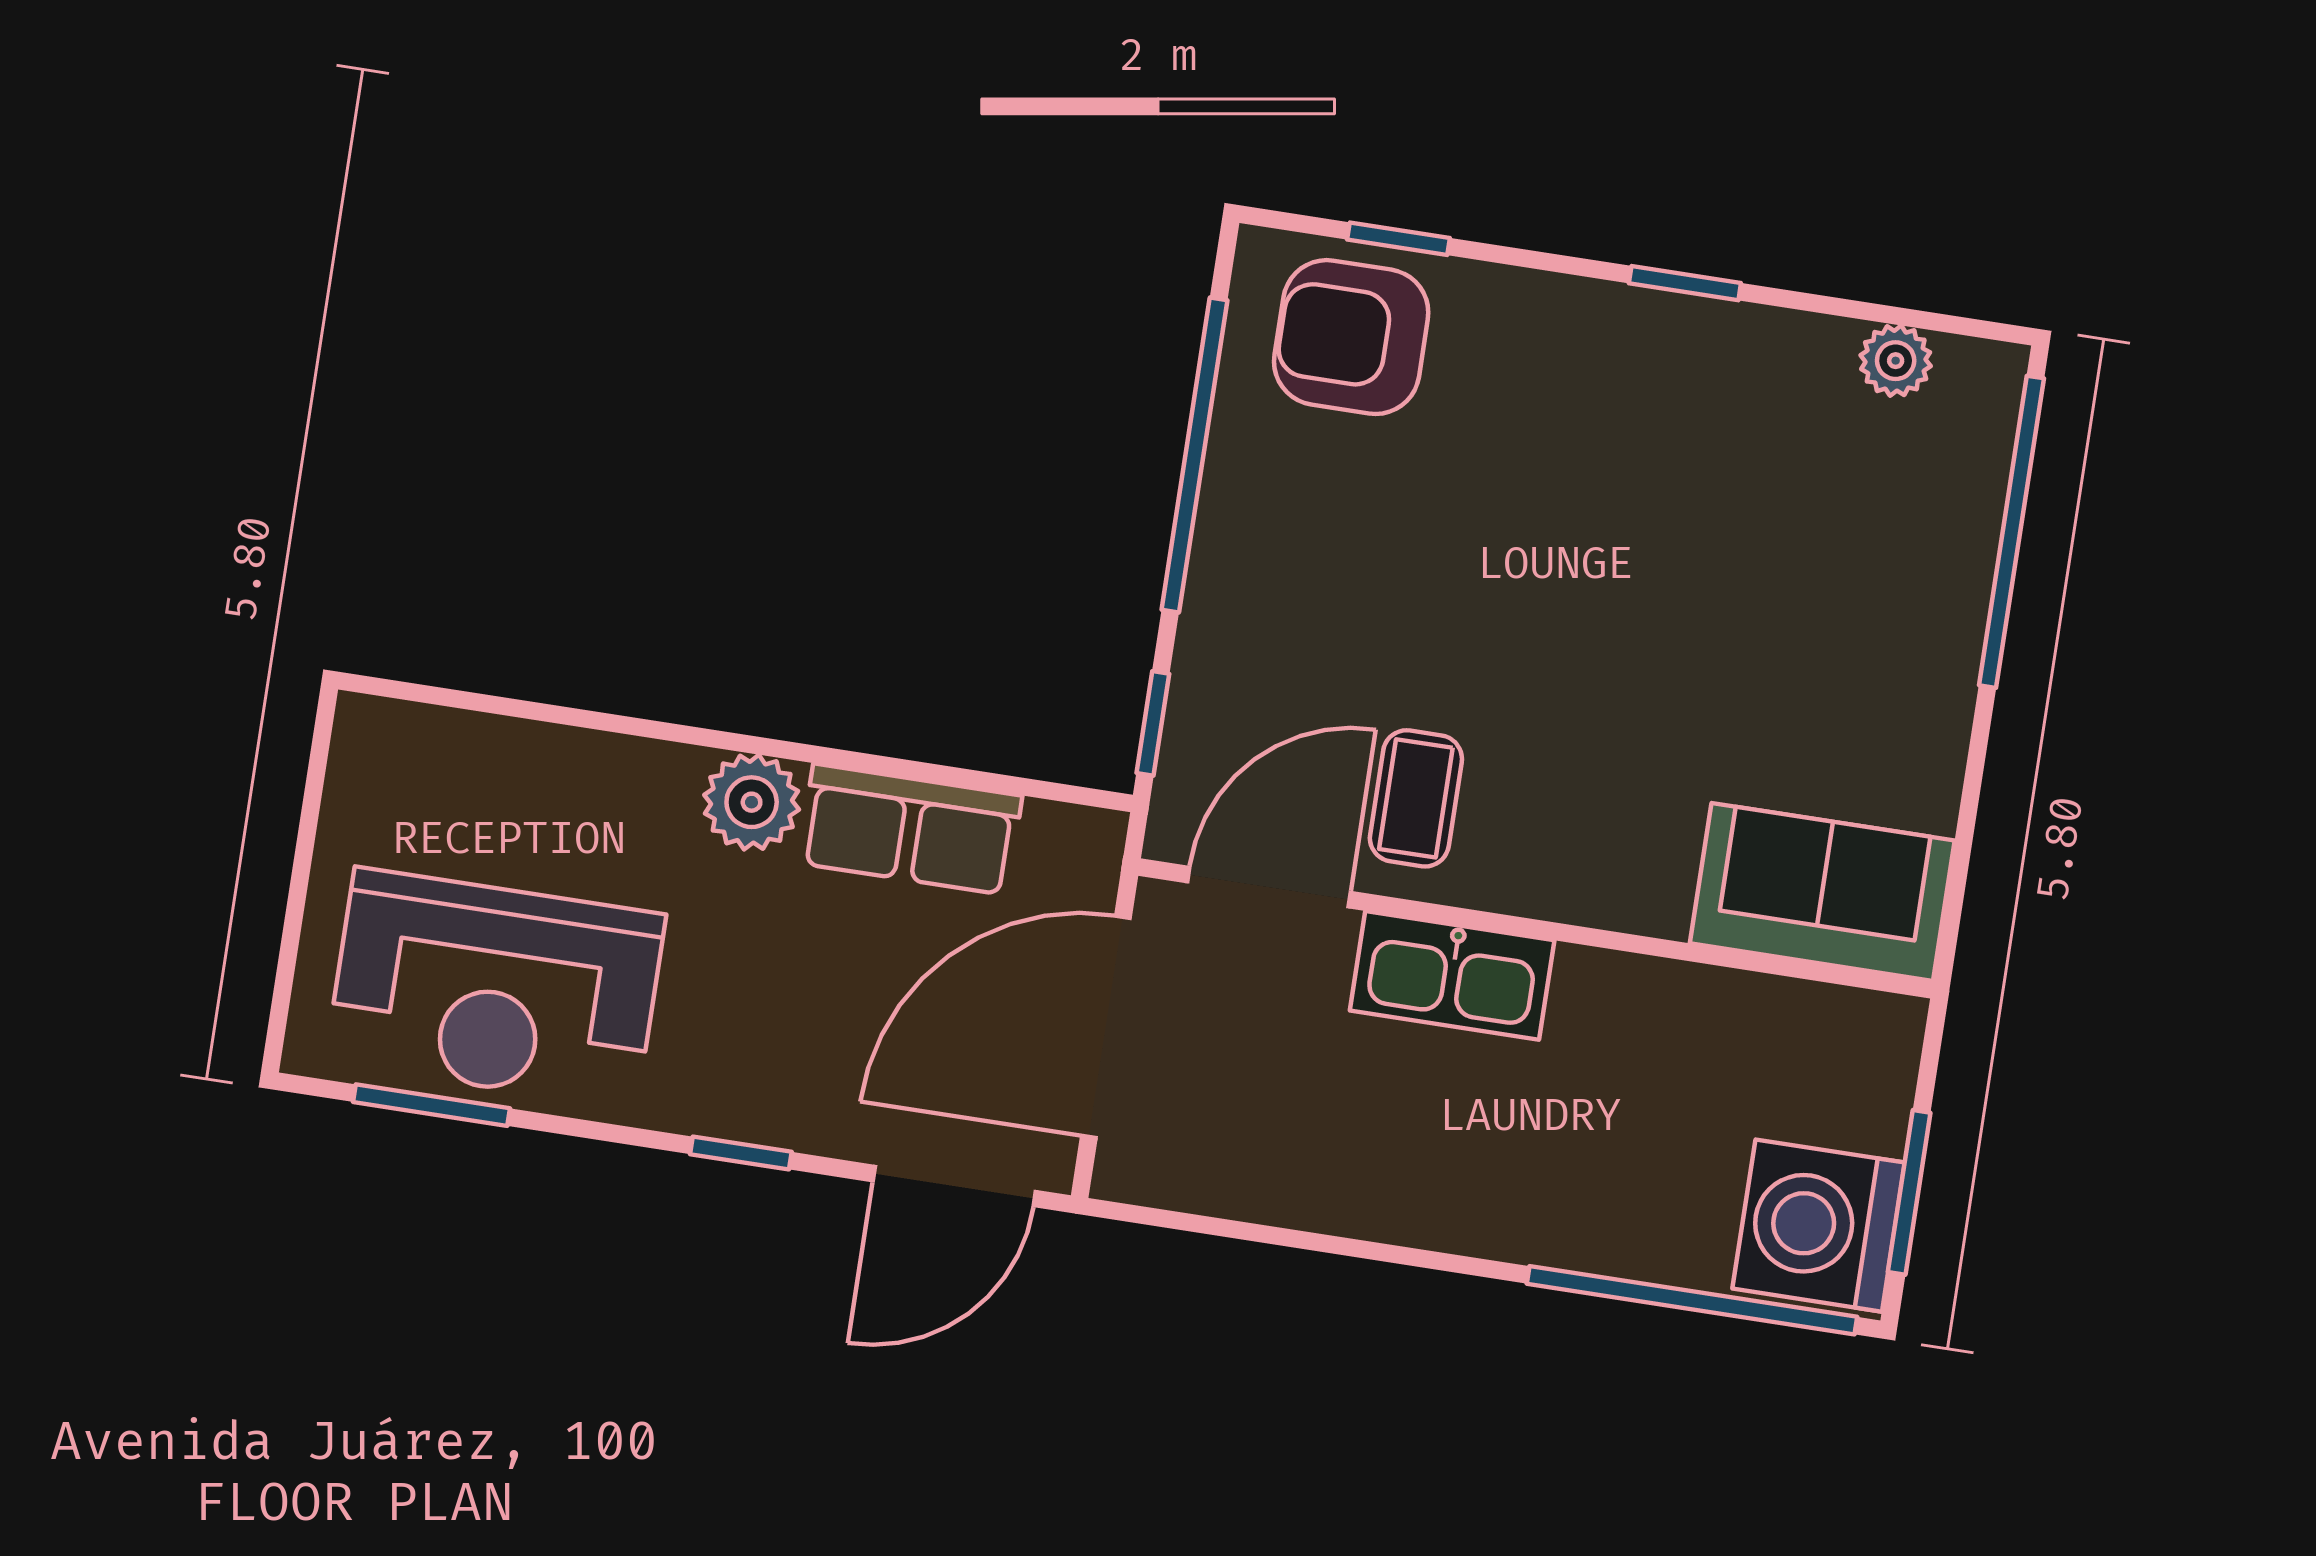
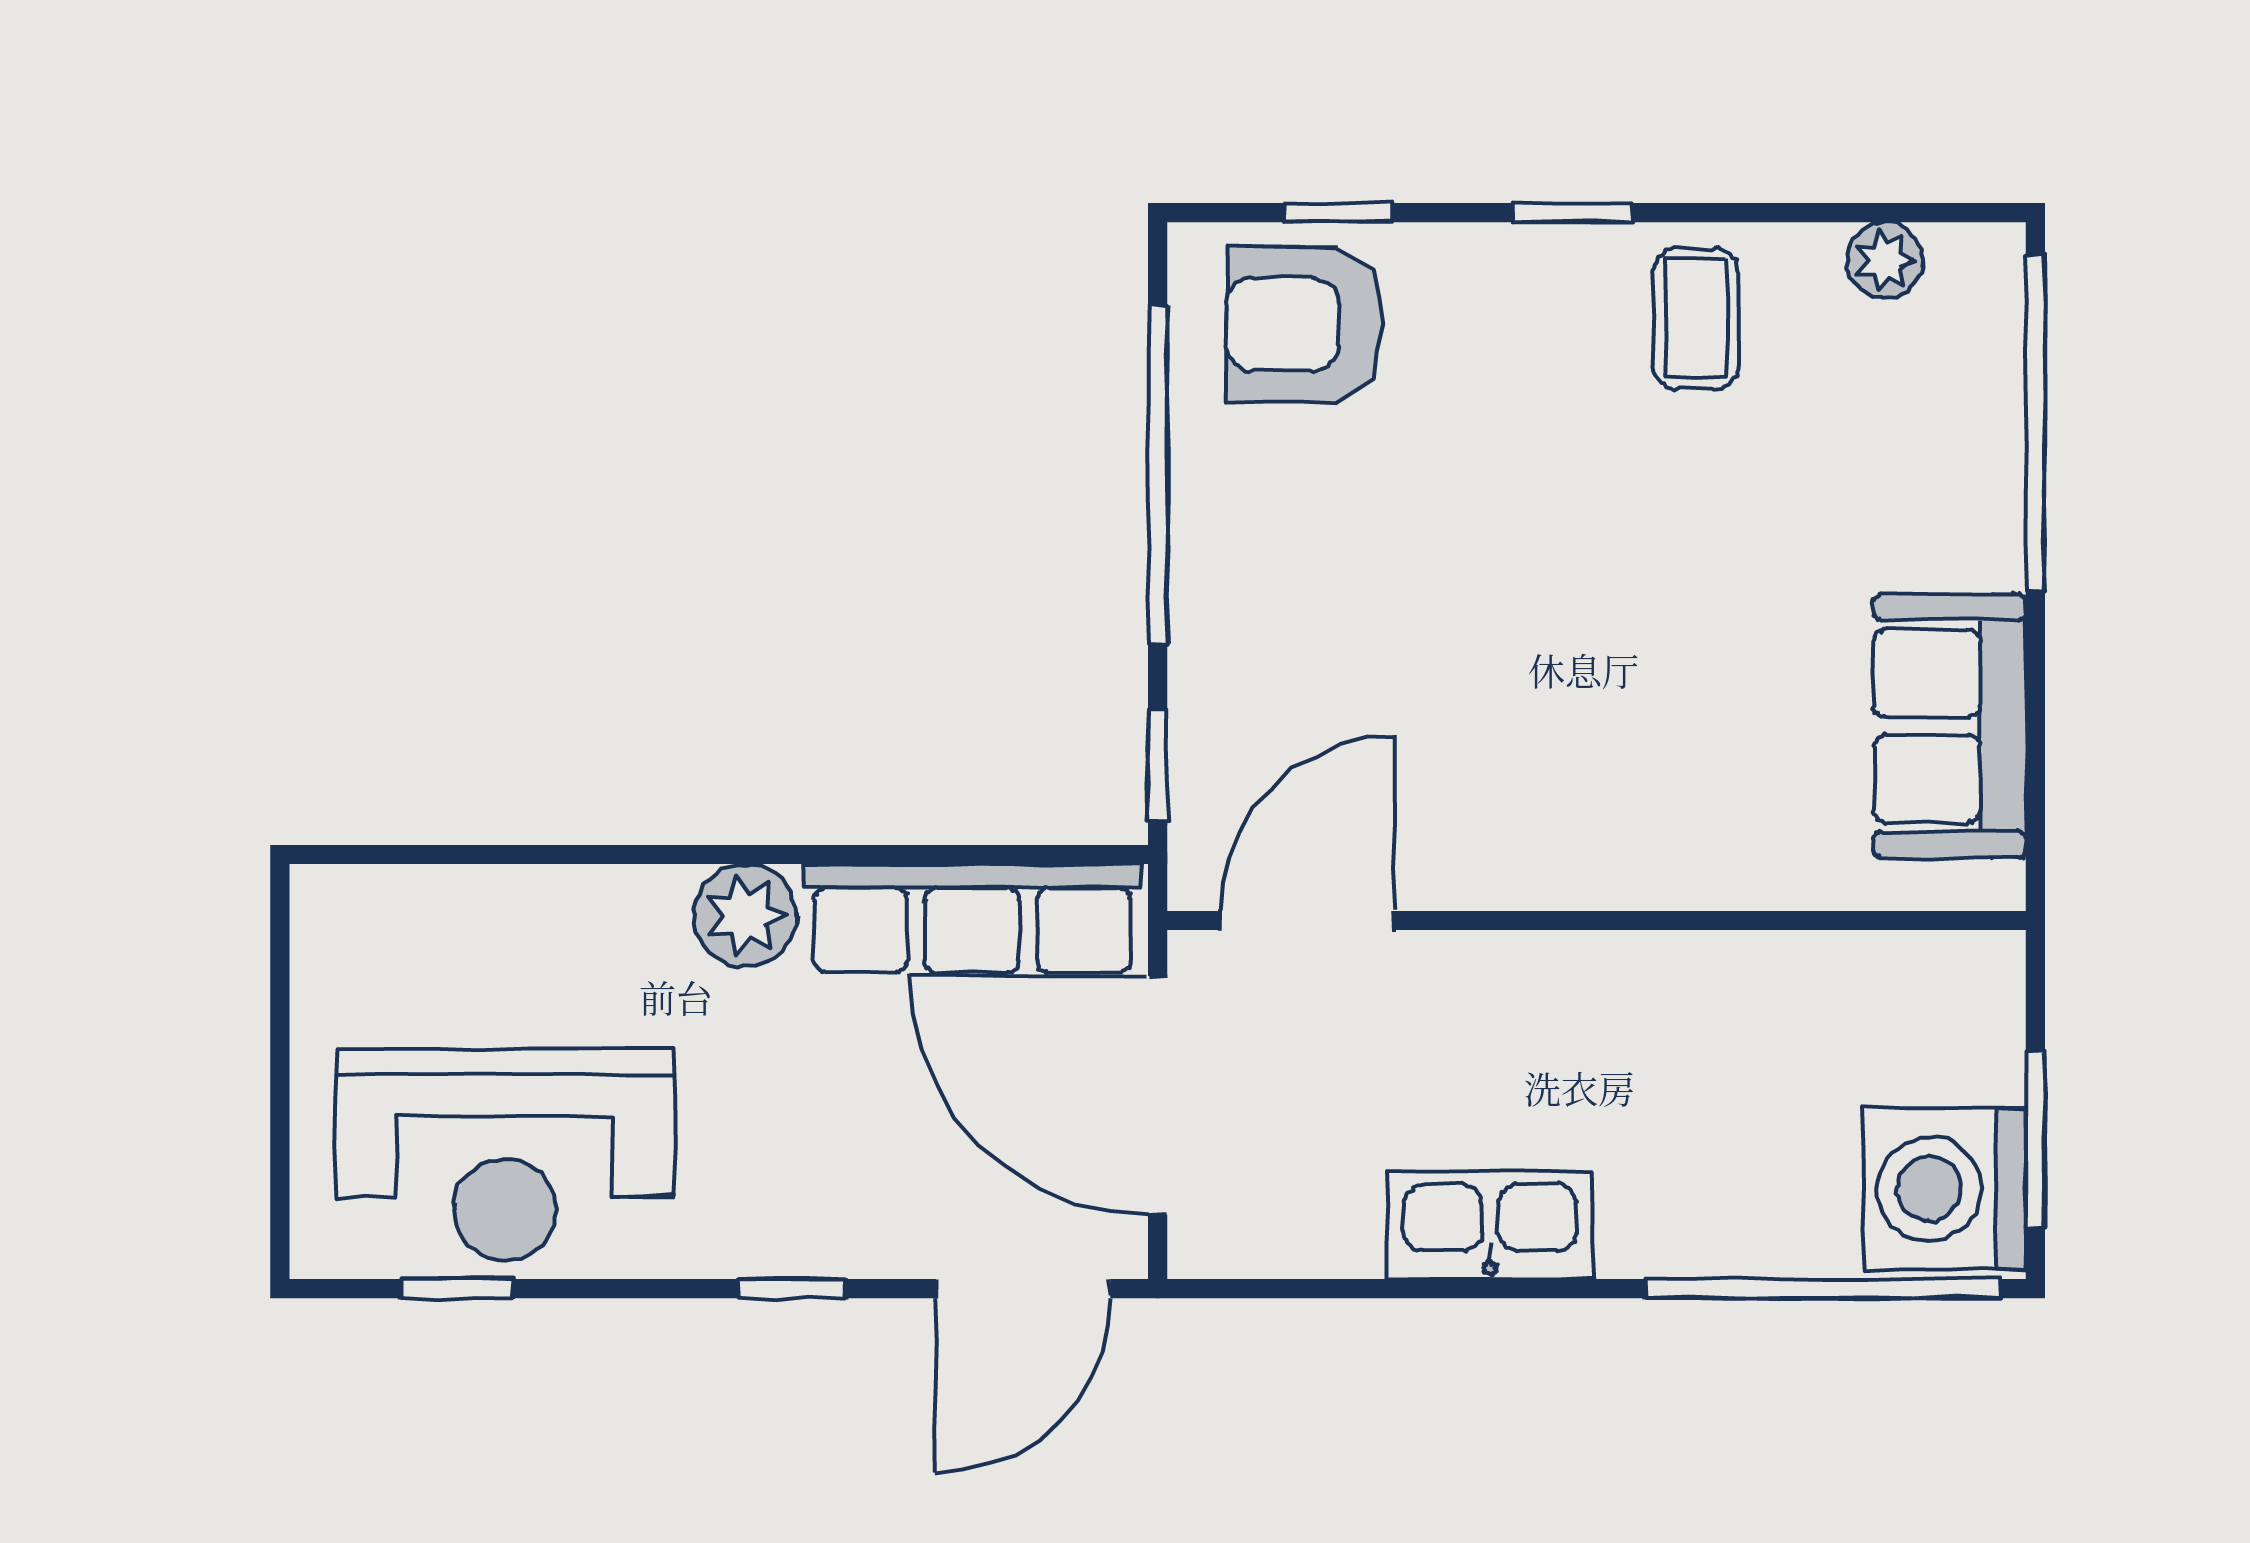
window: (1685, 283) -> (1572, 213), moved
coffee table: (1416, 798) -> (1696, 319), moved
row of seats: (910, 829) -> (972, 918), width x1.48
sofa: (1822, 892) -> (1950, 726), moved, turned -90
kitchen sink: (1452, 975) -> (1490, 1225), moved, turned 180
door: (1106, 1027) -> (1158, 1095), hinge flipped
window: (432, 1105) -> (456, 1289), width x0.67

